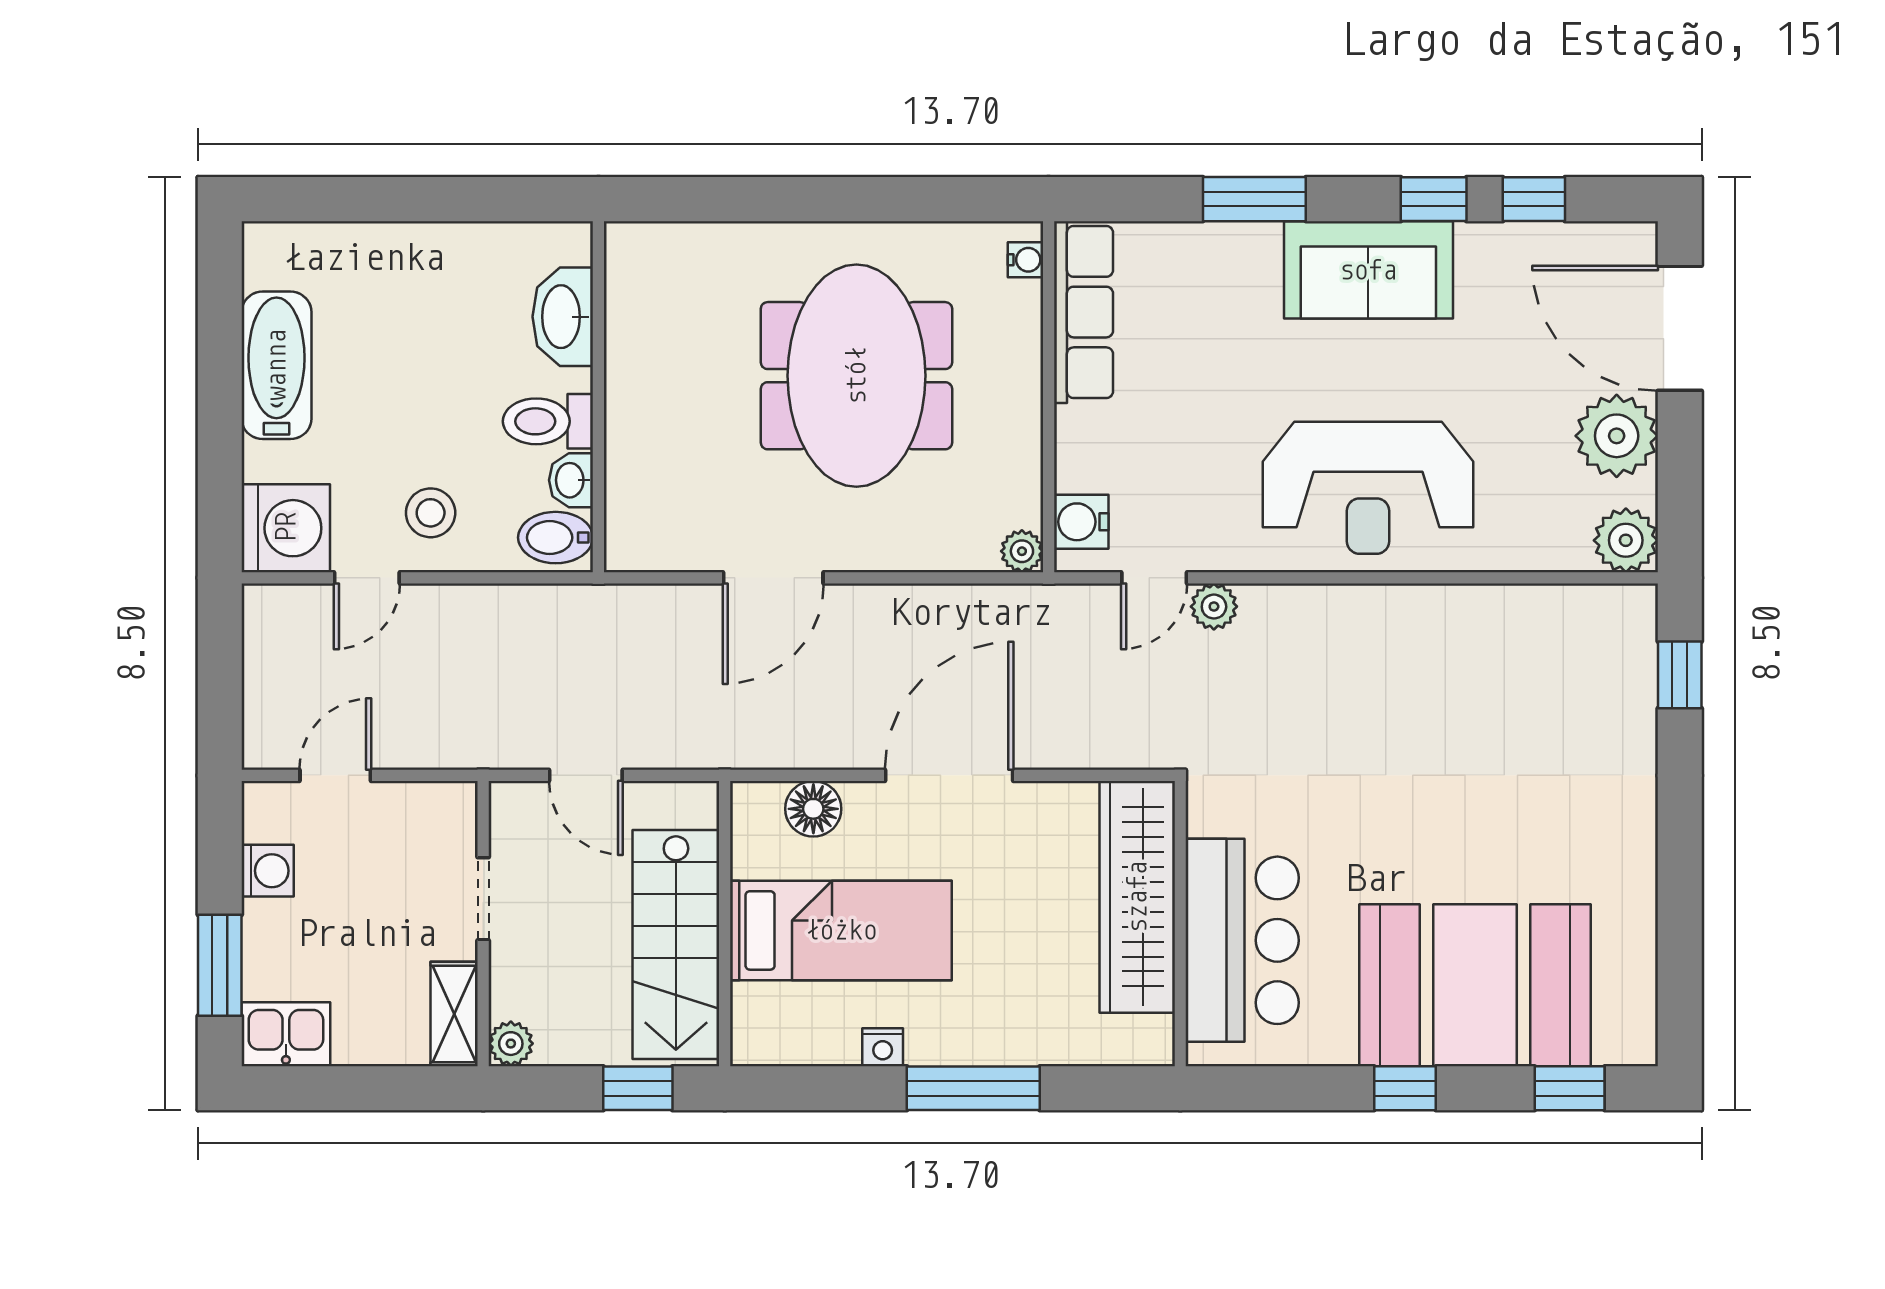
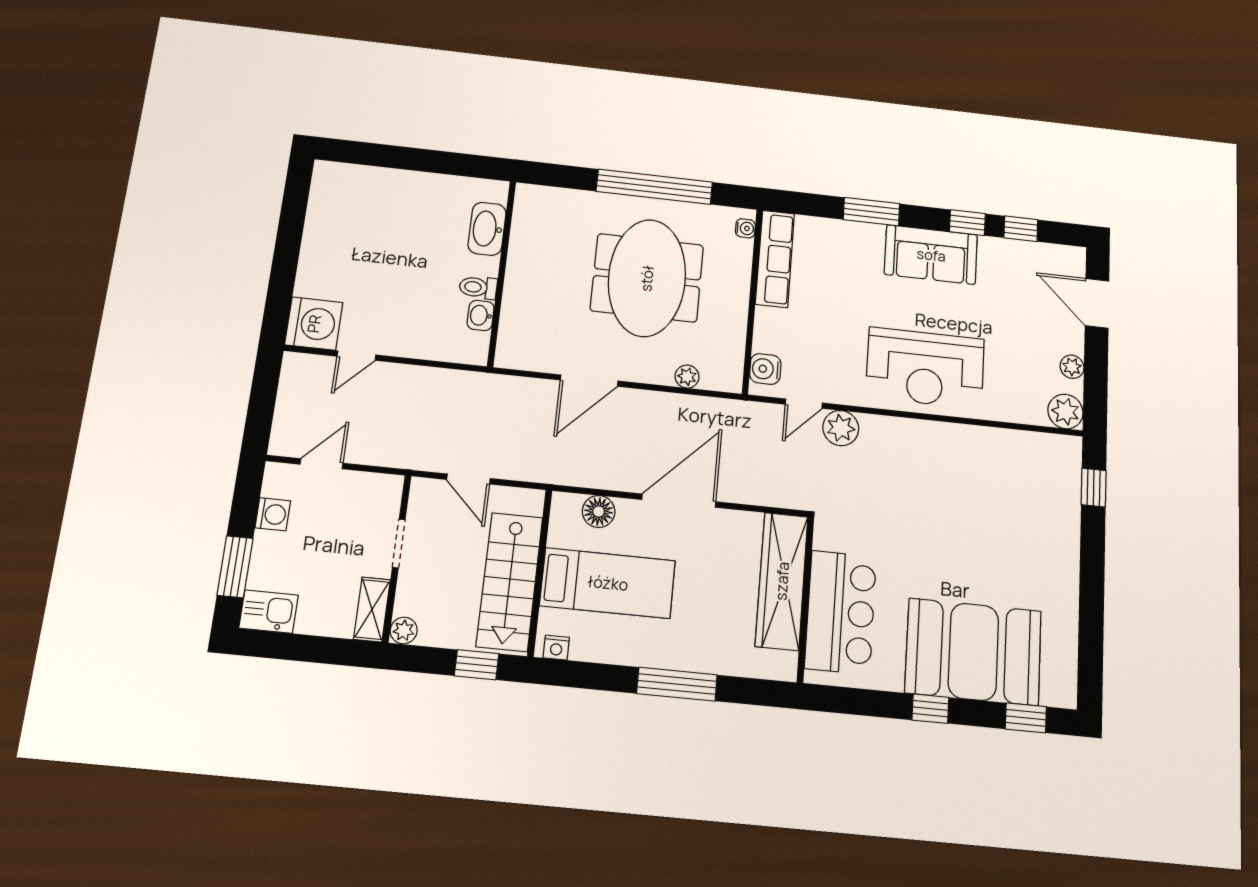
window: (853, 199) -> (654, 187), added
door: (1680, 328) -> (1097, 303), width x0.73
bathtub: (276, 365) -> (322, 236), removed
toilet: (548, 421) -> (478, 287), width x0.73, depth x0.72
plant: (1617, 436) -> (1072, 367), width x0.53, depth x0.53
stool: (431, 513) -> (398, 324), removed
bidet: (556, 538) -> (468, 345), removed
plant: (1022, 551) -> (687, 377), moved
plant: (1214, 607) -> (841, 428), width x1.38, depth x1.38
nightstand: (883, 1047) -> (556, 648), moved

